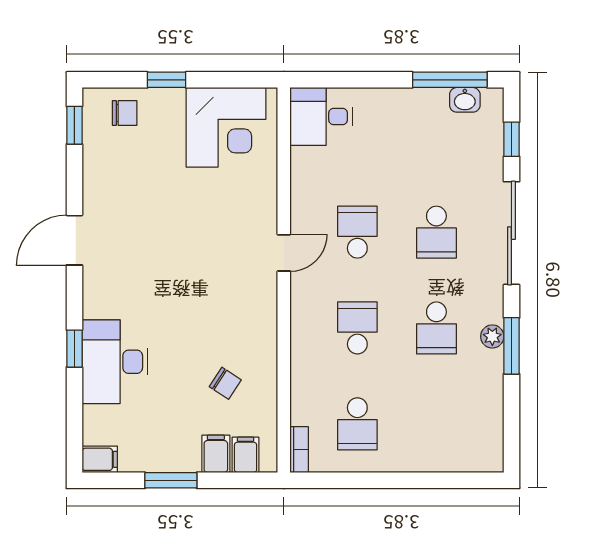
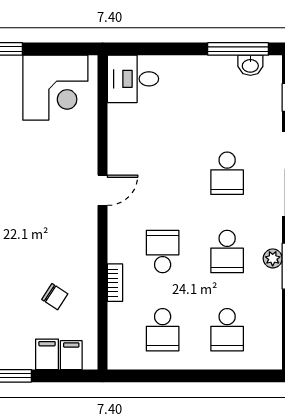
school desk: (357, 232) -> (227, 330), moved, turned 180
bookcase: (299, 450) -> (115, 283), moved

